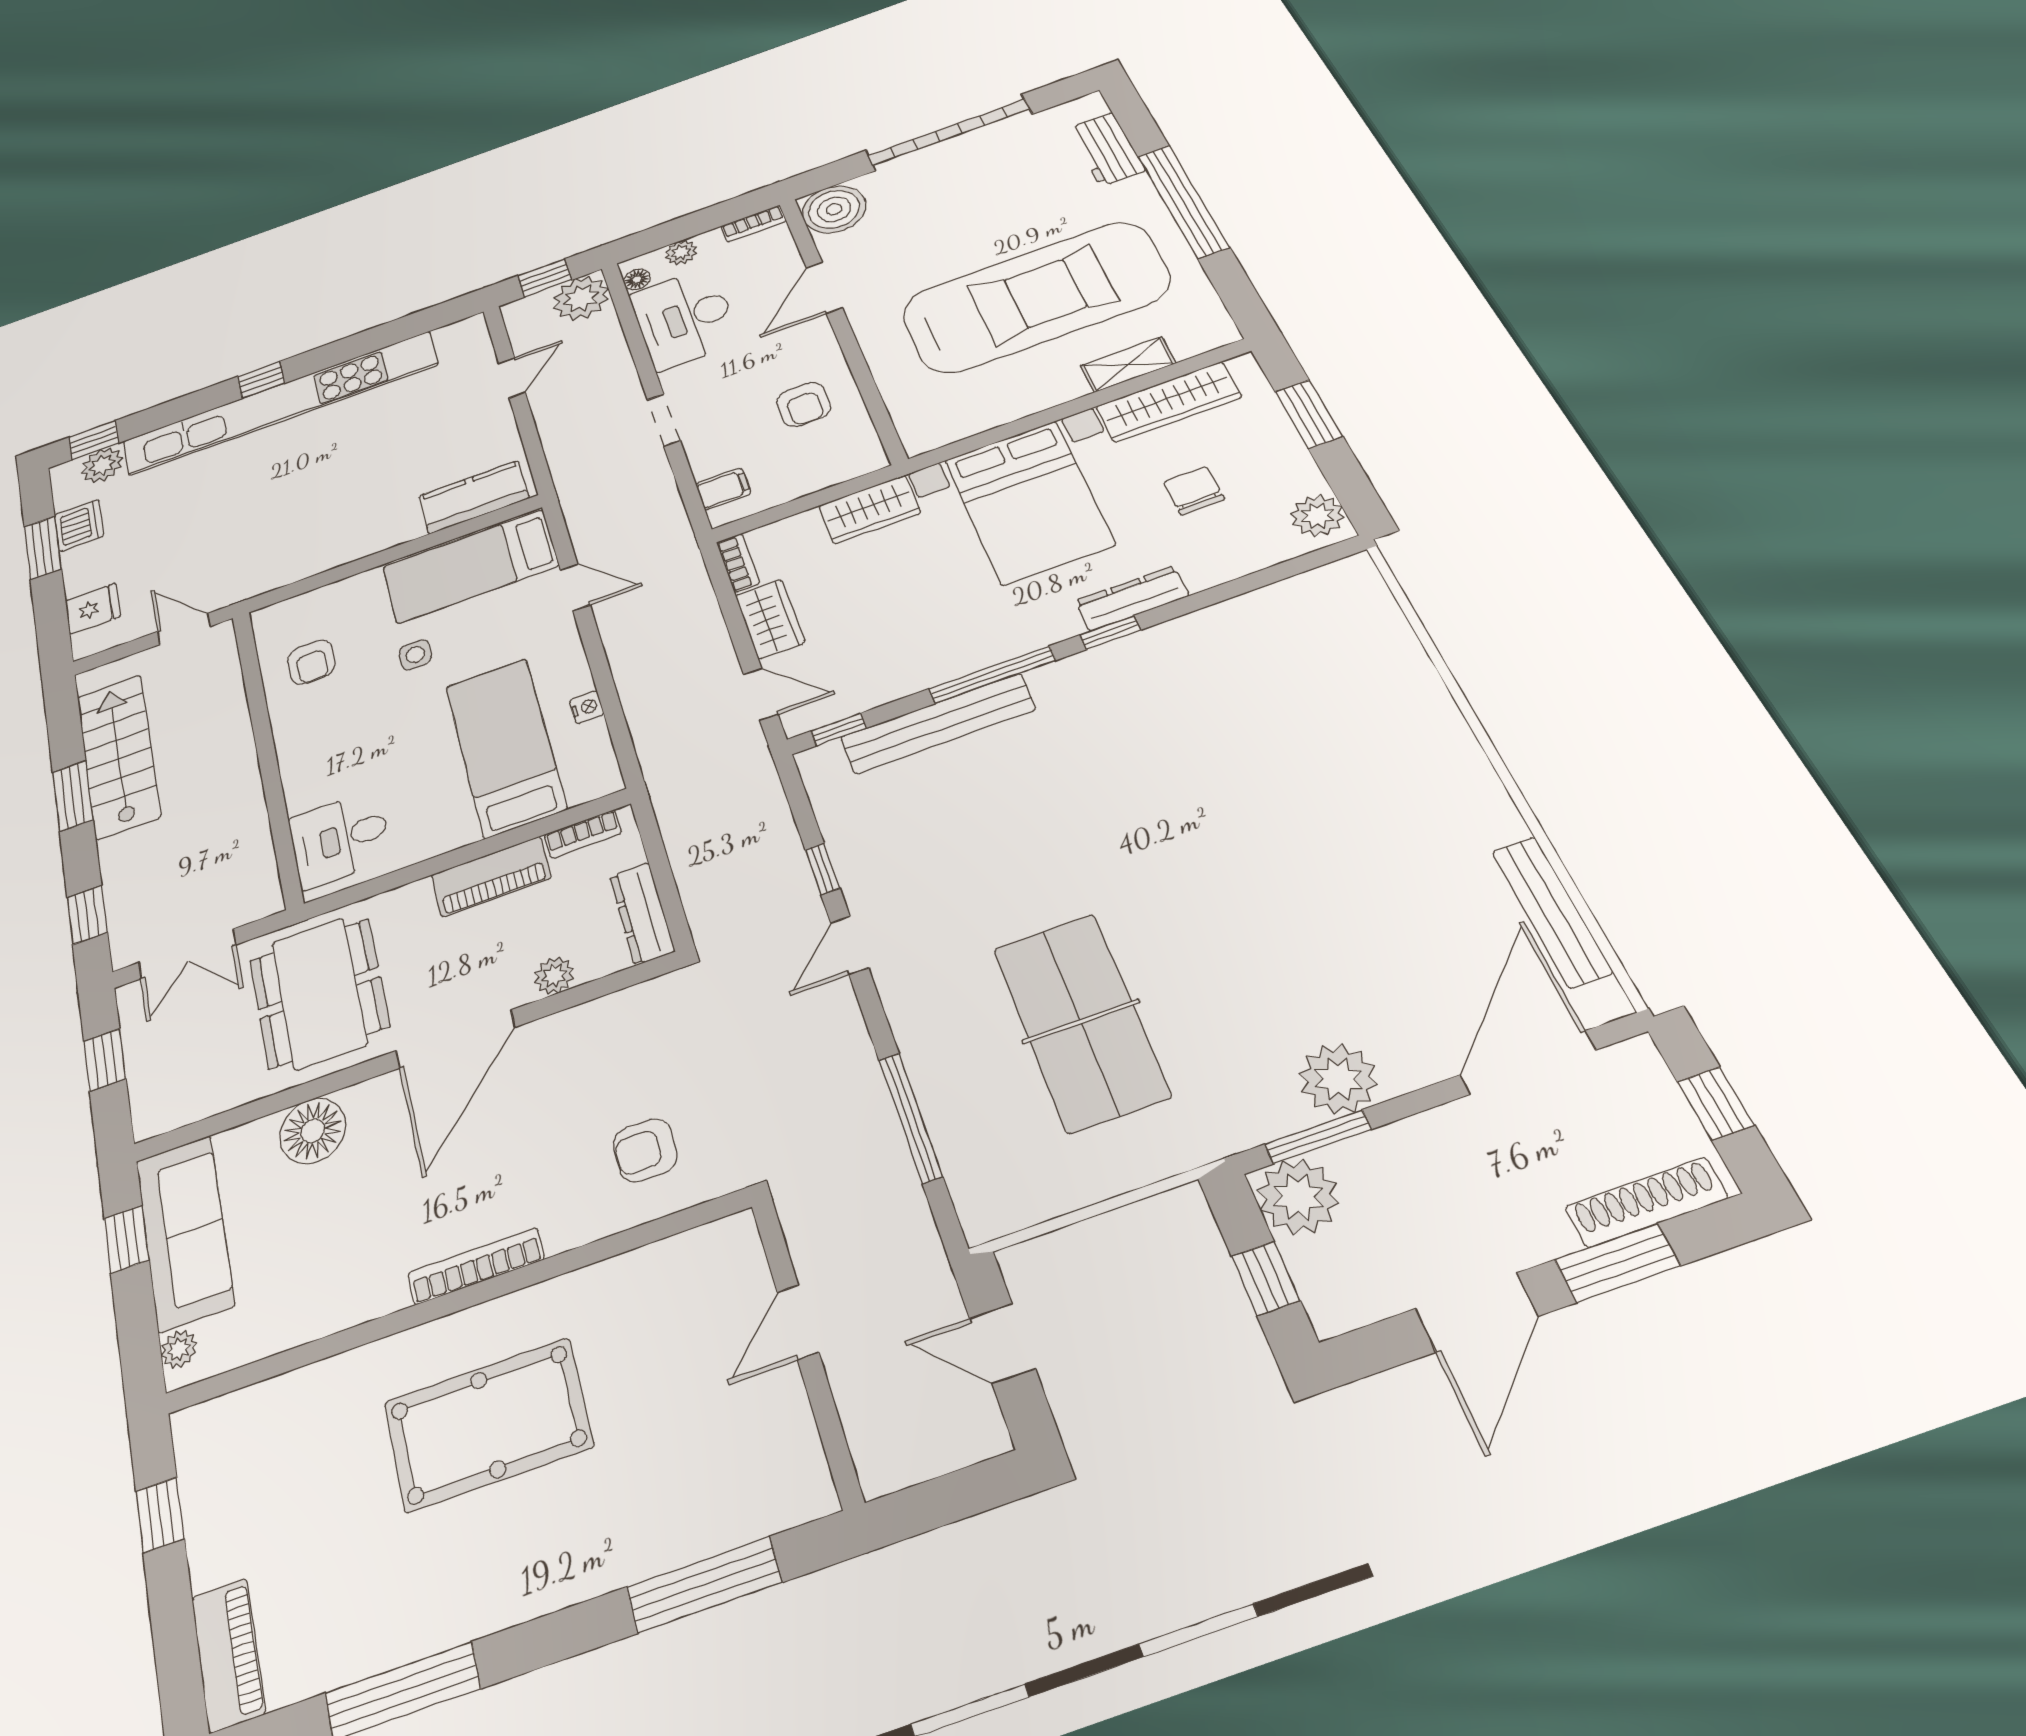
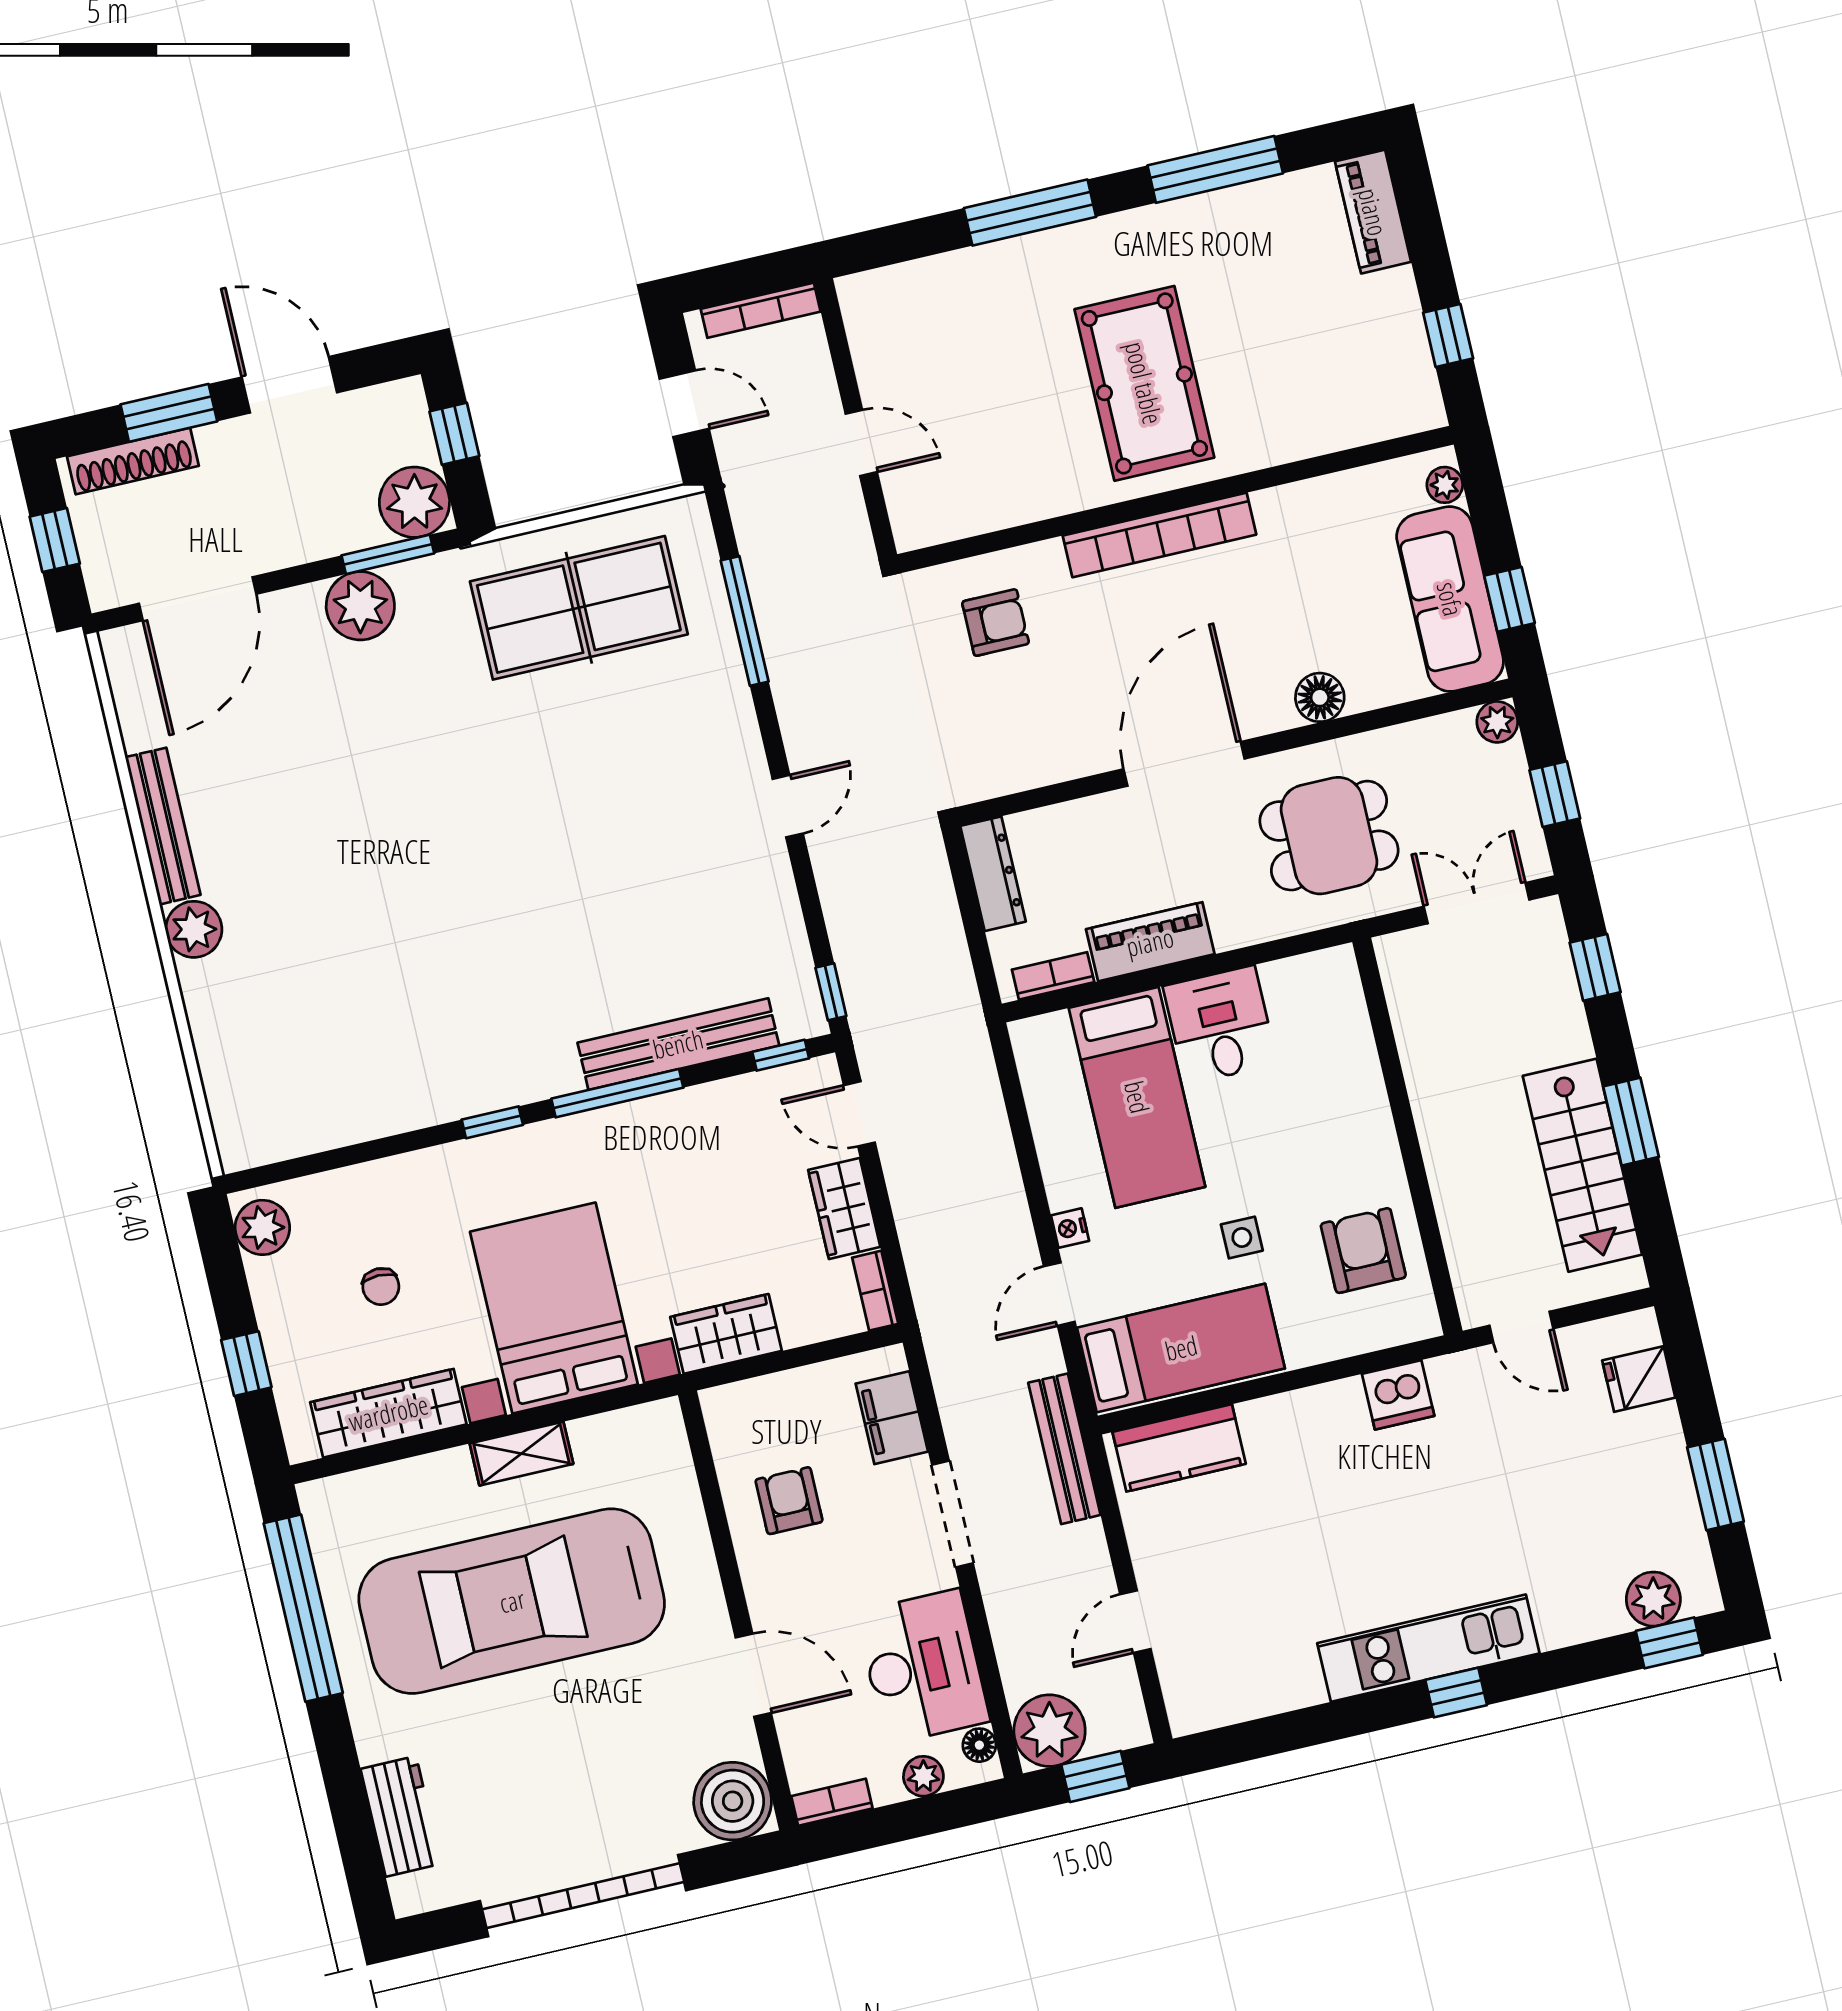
window: (1183, 201) -> (303, 1608), moved
door: (824, 288) -> (753, 1675), hinge flipped
shelving: (1128, 364) -> (521, 1454), moved
kitchen unit: (280, 403) -> (1428, 1648), width x0.54
window: (1309, 414) -> (246, 1364), width x0.67
doorway: (664, 420) -> (952, 1514), width x1.38
bench: (570, 480) -> (1064, 1449), added
filing cabinet: (723, 489) -> (892, 1418), width x2.00
chair: (1194, 491) -> (381, 1287), width x0.73, depth x0.73
dishwasher: (79, 525) -> (1398, 1395), moved, turned -90
door: (575, 587) -> (1059, 1294), hinge flipped
dresser: (1132, 598) -> (464, 1161), removed
armchair: (311, 662) -> (1363, 1251), width x1.38, depth x1.38
nightstand: (587, 707) -> (1070, 1228), moved
plant: (1449, 746) -> (194, 929), added
desk: (340, 839) -> (1220, 1025), moved, turned -90
window: (823, 869) -> (831, 992), moved
bench: (1552, 911) -> (163, 826), moved
plant: (554, 976) -> (1497, 722), moved
dining table: (319, 993) -> (1329, 836), width x0.73
table tennis table: (1081, 1021) -> (579, 608), moved, turned 90
floor lamp: (313, 1131) -> (1320, 697), width x0.73, depth x0.73
bookcase: (476, 1266) -> (1159, 535), width x1.48, depth x1.31
door: (1476, 1312) -> (289, 385), hinge flipped
door: (798, 1322) -> (861, 443), hinge flipped
pool table: (488, 1424) -> (1144, 383), turned 90
bookcase: (924, 1463) -> (761, 310), added
window: (704, 1585) -> (1030, 213), moved

